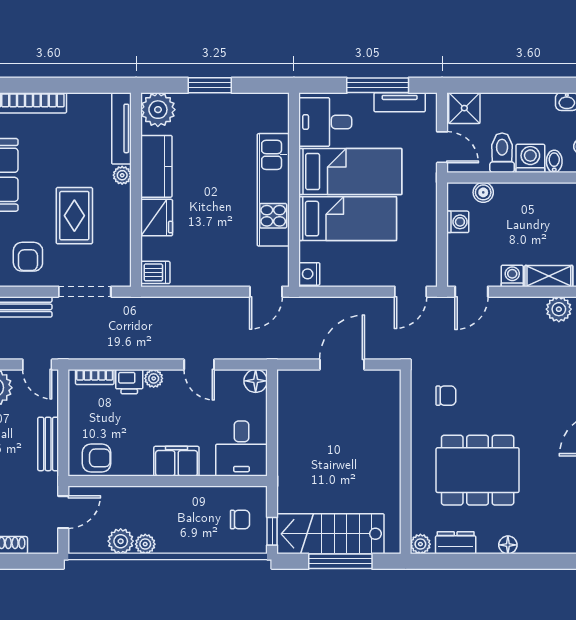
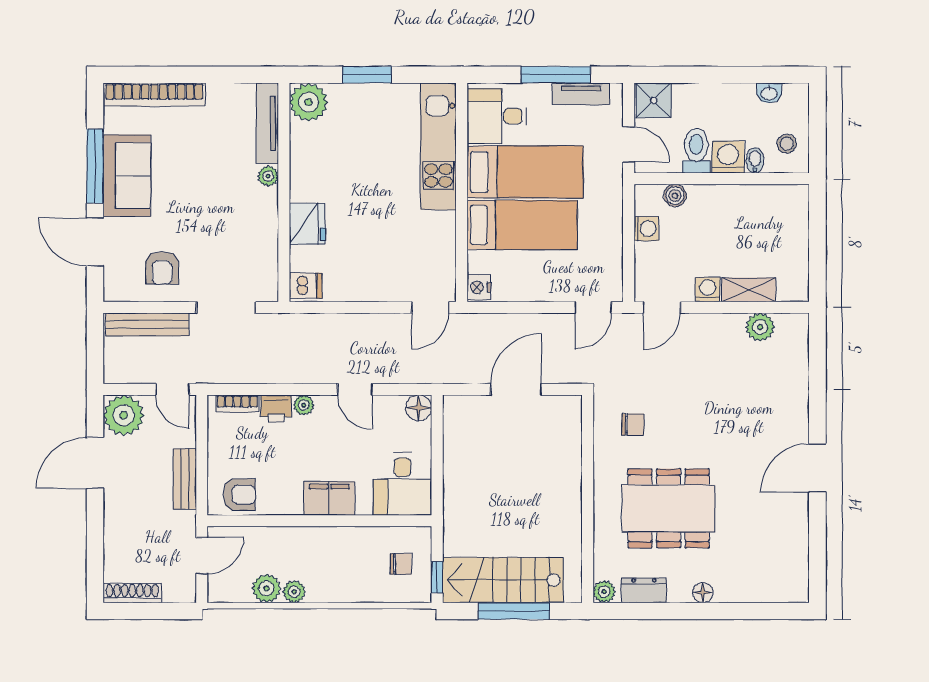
kitchen counter: (156, 166) -> (307, 166), removed
kitchen unit: (273, 190) -> (438, 146), moved
rug: (74, 216) -> (214, 222), removed

